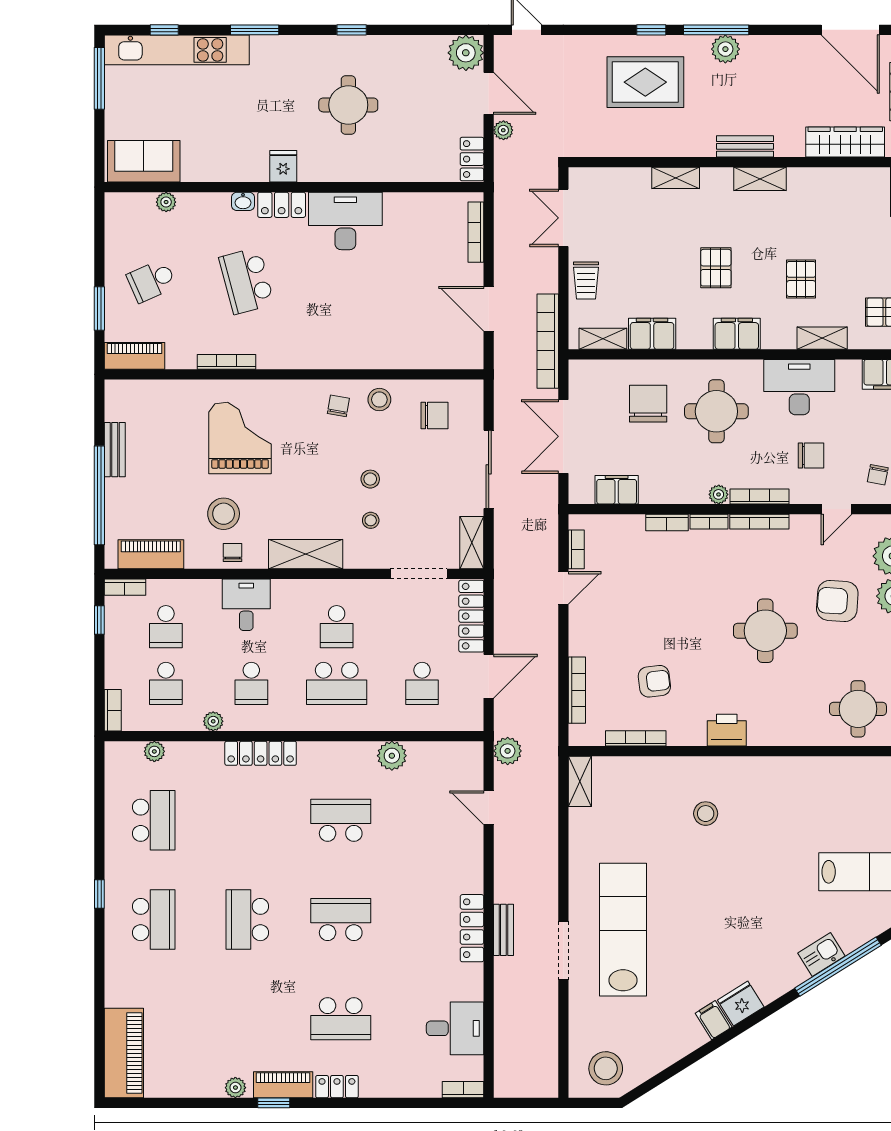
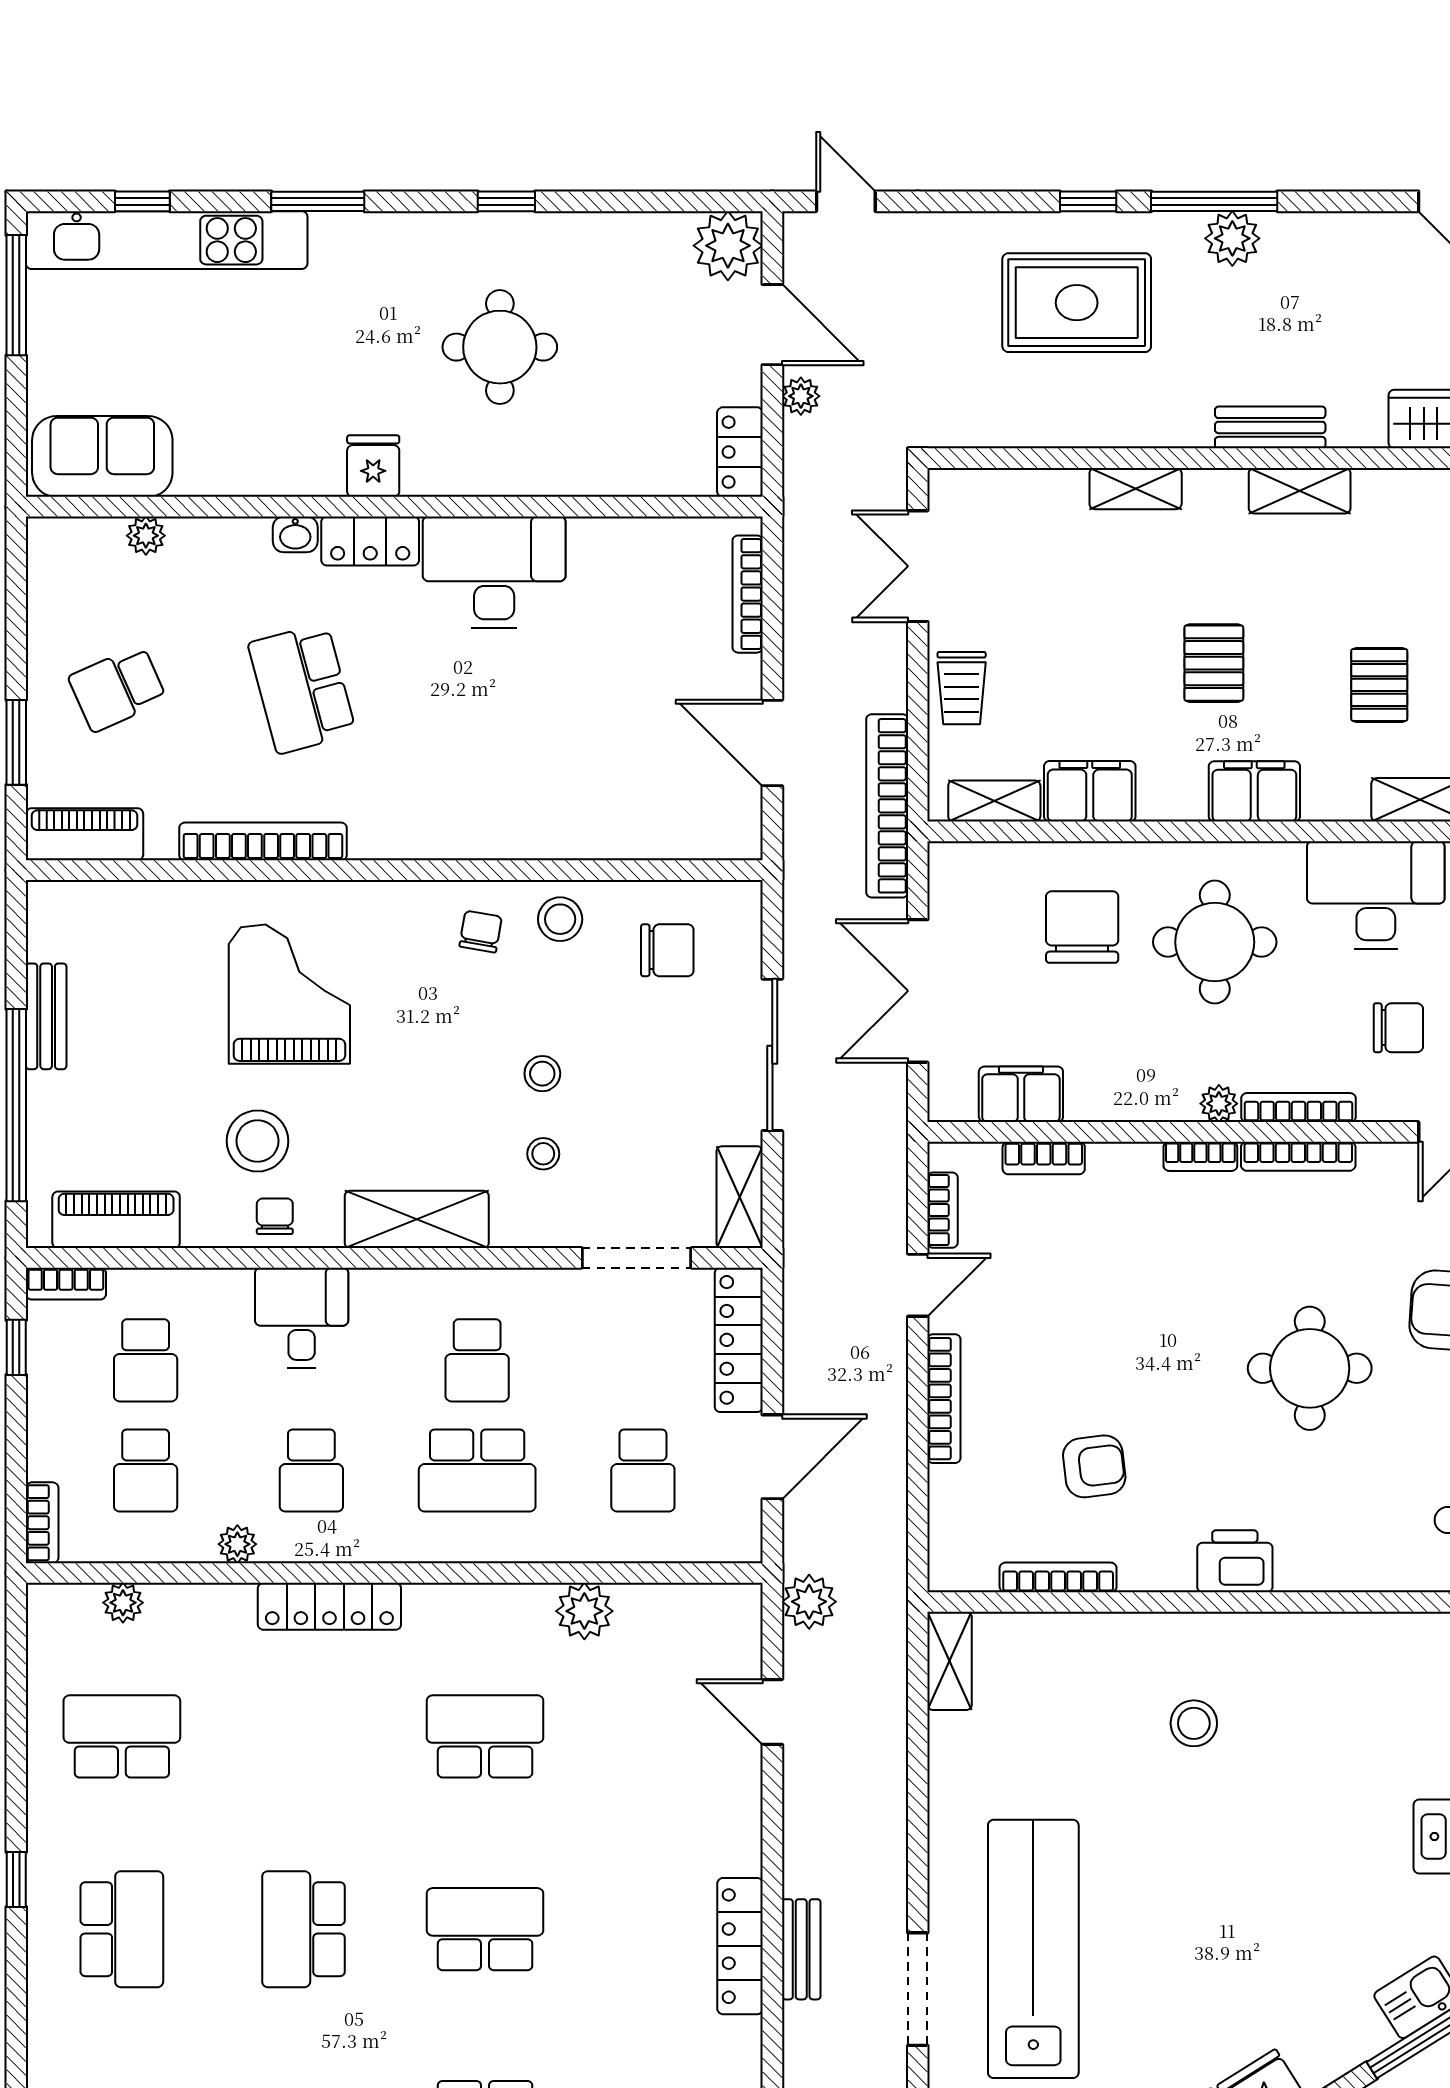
bookcase: (226, 362) -> (263, 841), width x1.48, depth x1.31
bookcase: (667, 522) -> (1044, 1158), moved
bookcase: (577, 690) -> (944, 1399), moved
school desk: (154, 820) -> (122, 1736), turned -90

